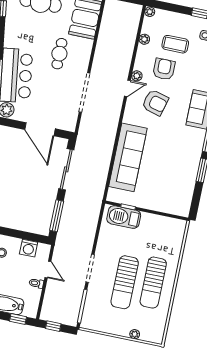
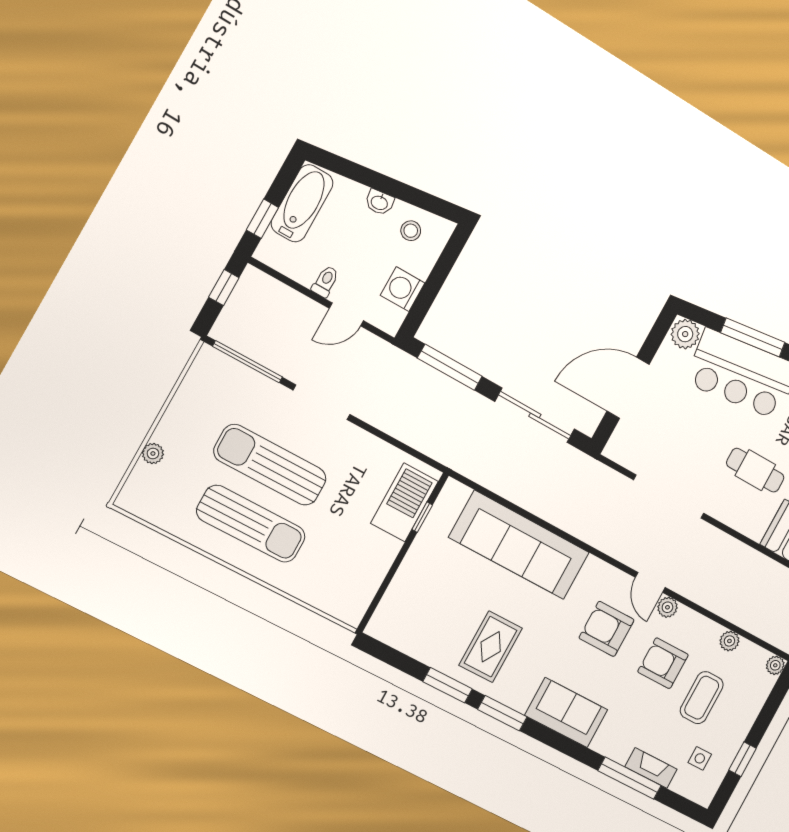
armchair: (164, 69) -> (663, 663), turned 180
armchair: (155, 103) -> (607, 629), turned 75
rug: (179, 156) -> (491, 647), added
sun lounger: (153, 283) -> (251, 524), turned 180

